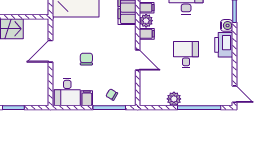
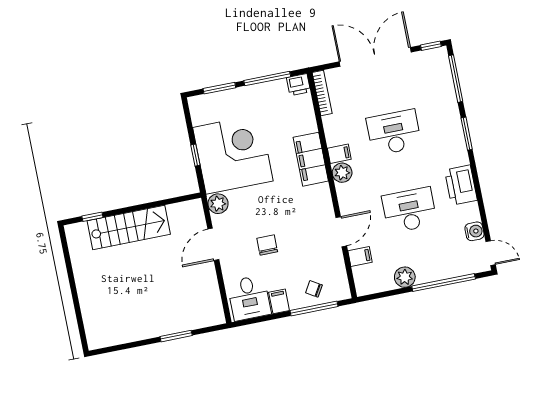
plant: (59, 25) -> (218, 204), added
water cooler: (227, 25) -> (474, 231), moved
filing cabinet: (147, 34) -> (360, 257), moved
desk: (186, 55) -> (409, 210), width x1.37
door: (138, 60) -> (341, 232), hinge flipped

